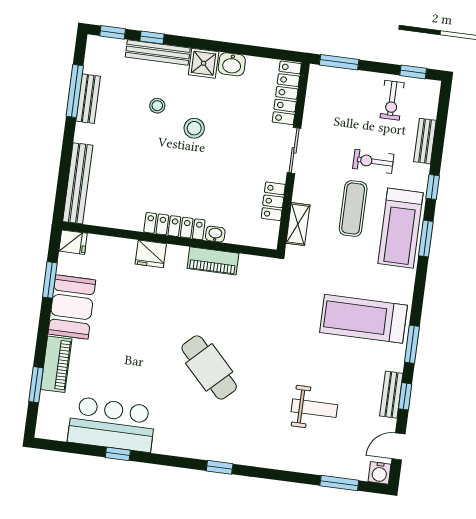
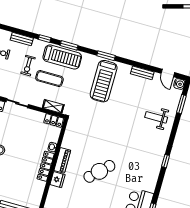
locker: (273, 201) -> (54, 120), moved
piano: (213, 261) -> (62, 160), moved
window: (412, 344) -> (106, 56), moved
cafe table: (209, 367) -> (99, 171), moved
window: (405, 396) -> (144, 66), removed
weight bench: (314, 408) -> (156, 117), moved, turned -90

